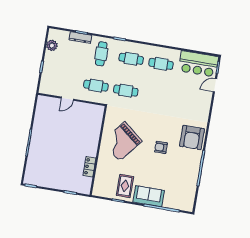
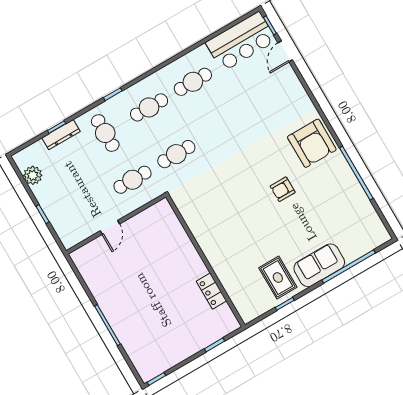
grand piano: (122, 141) -> (226, 223), removed

